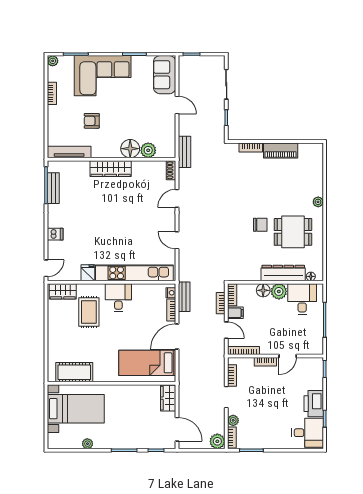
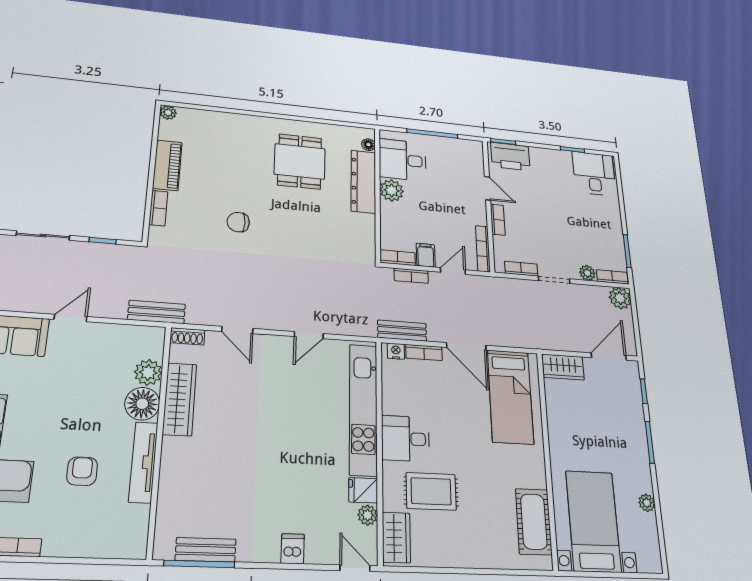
armchair: (92, 121) -> (82, 471), turned 180
tv unit: (69, 152) -> (143, 462), moved
wardrobe: (111, 169) -> (180, 399), moved
plant: (318, 202) -> (168, 113), moved
chair: (260, 225) -> (238, 222), moved, turned -90
plant: (74, 275) -> (368, 515), added
floor lamp: (263, 290) -> (390, 212), removed
printer: (314, 404) -> (510, 156), moved

